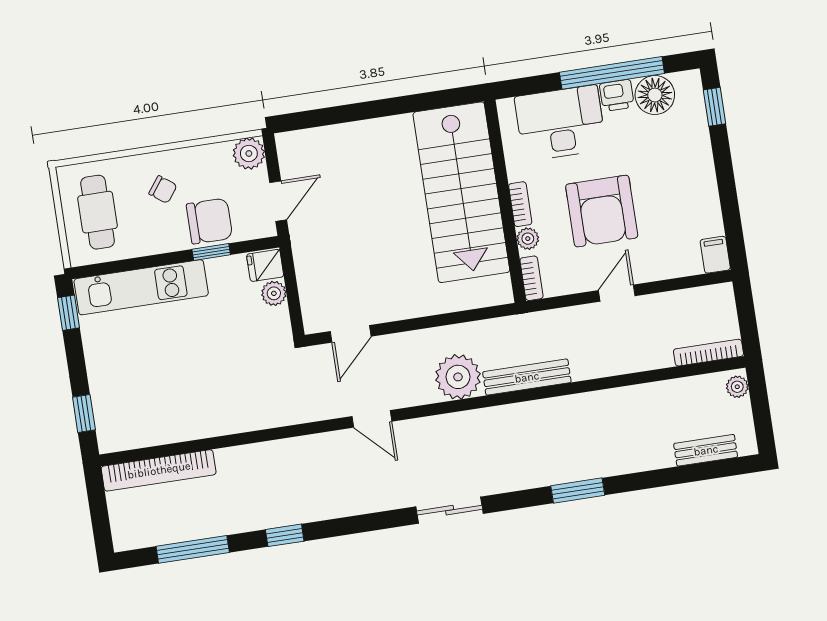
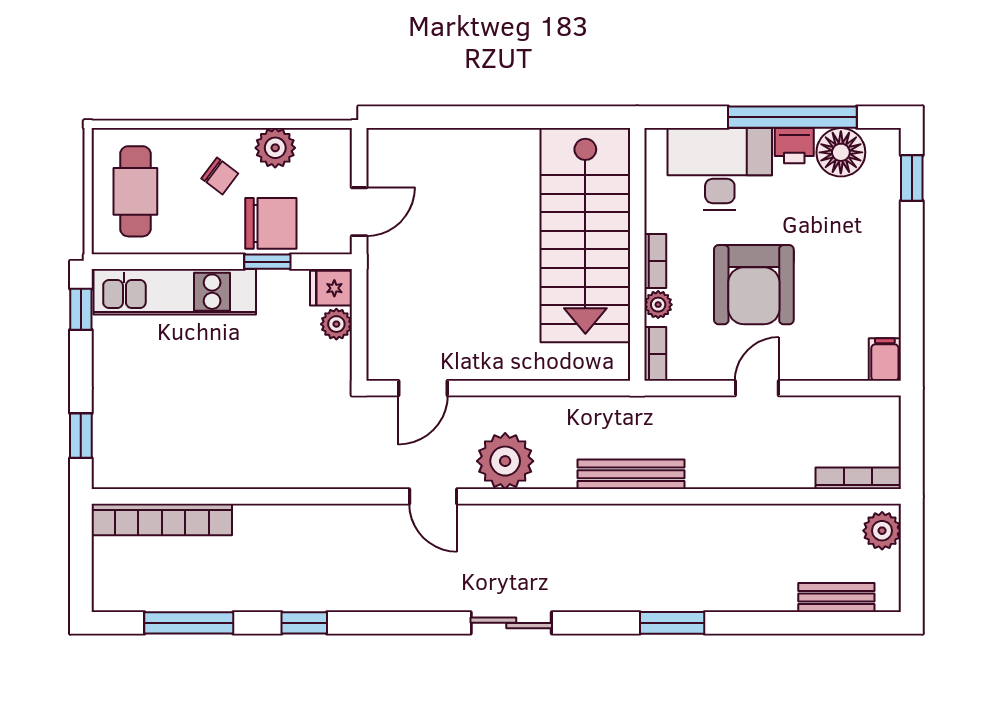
plant: (249, 153) -> (275, 148), moved
plant: (458, 377) -> (505, 461), moved
plant: (737, 387) -> (882, 531), width x1.38, depth x1.38

